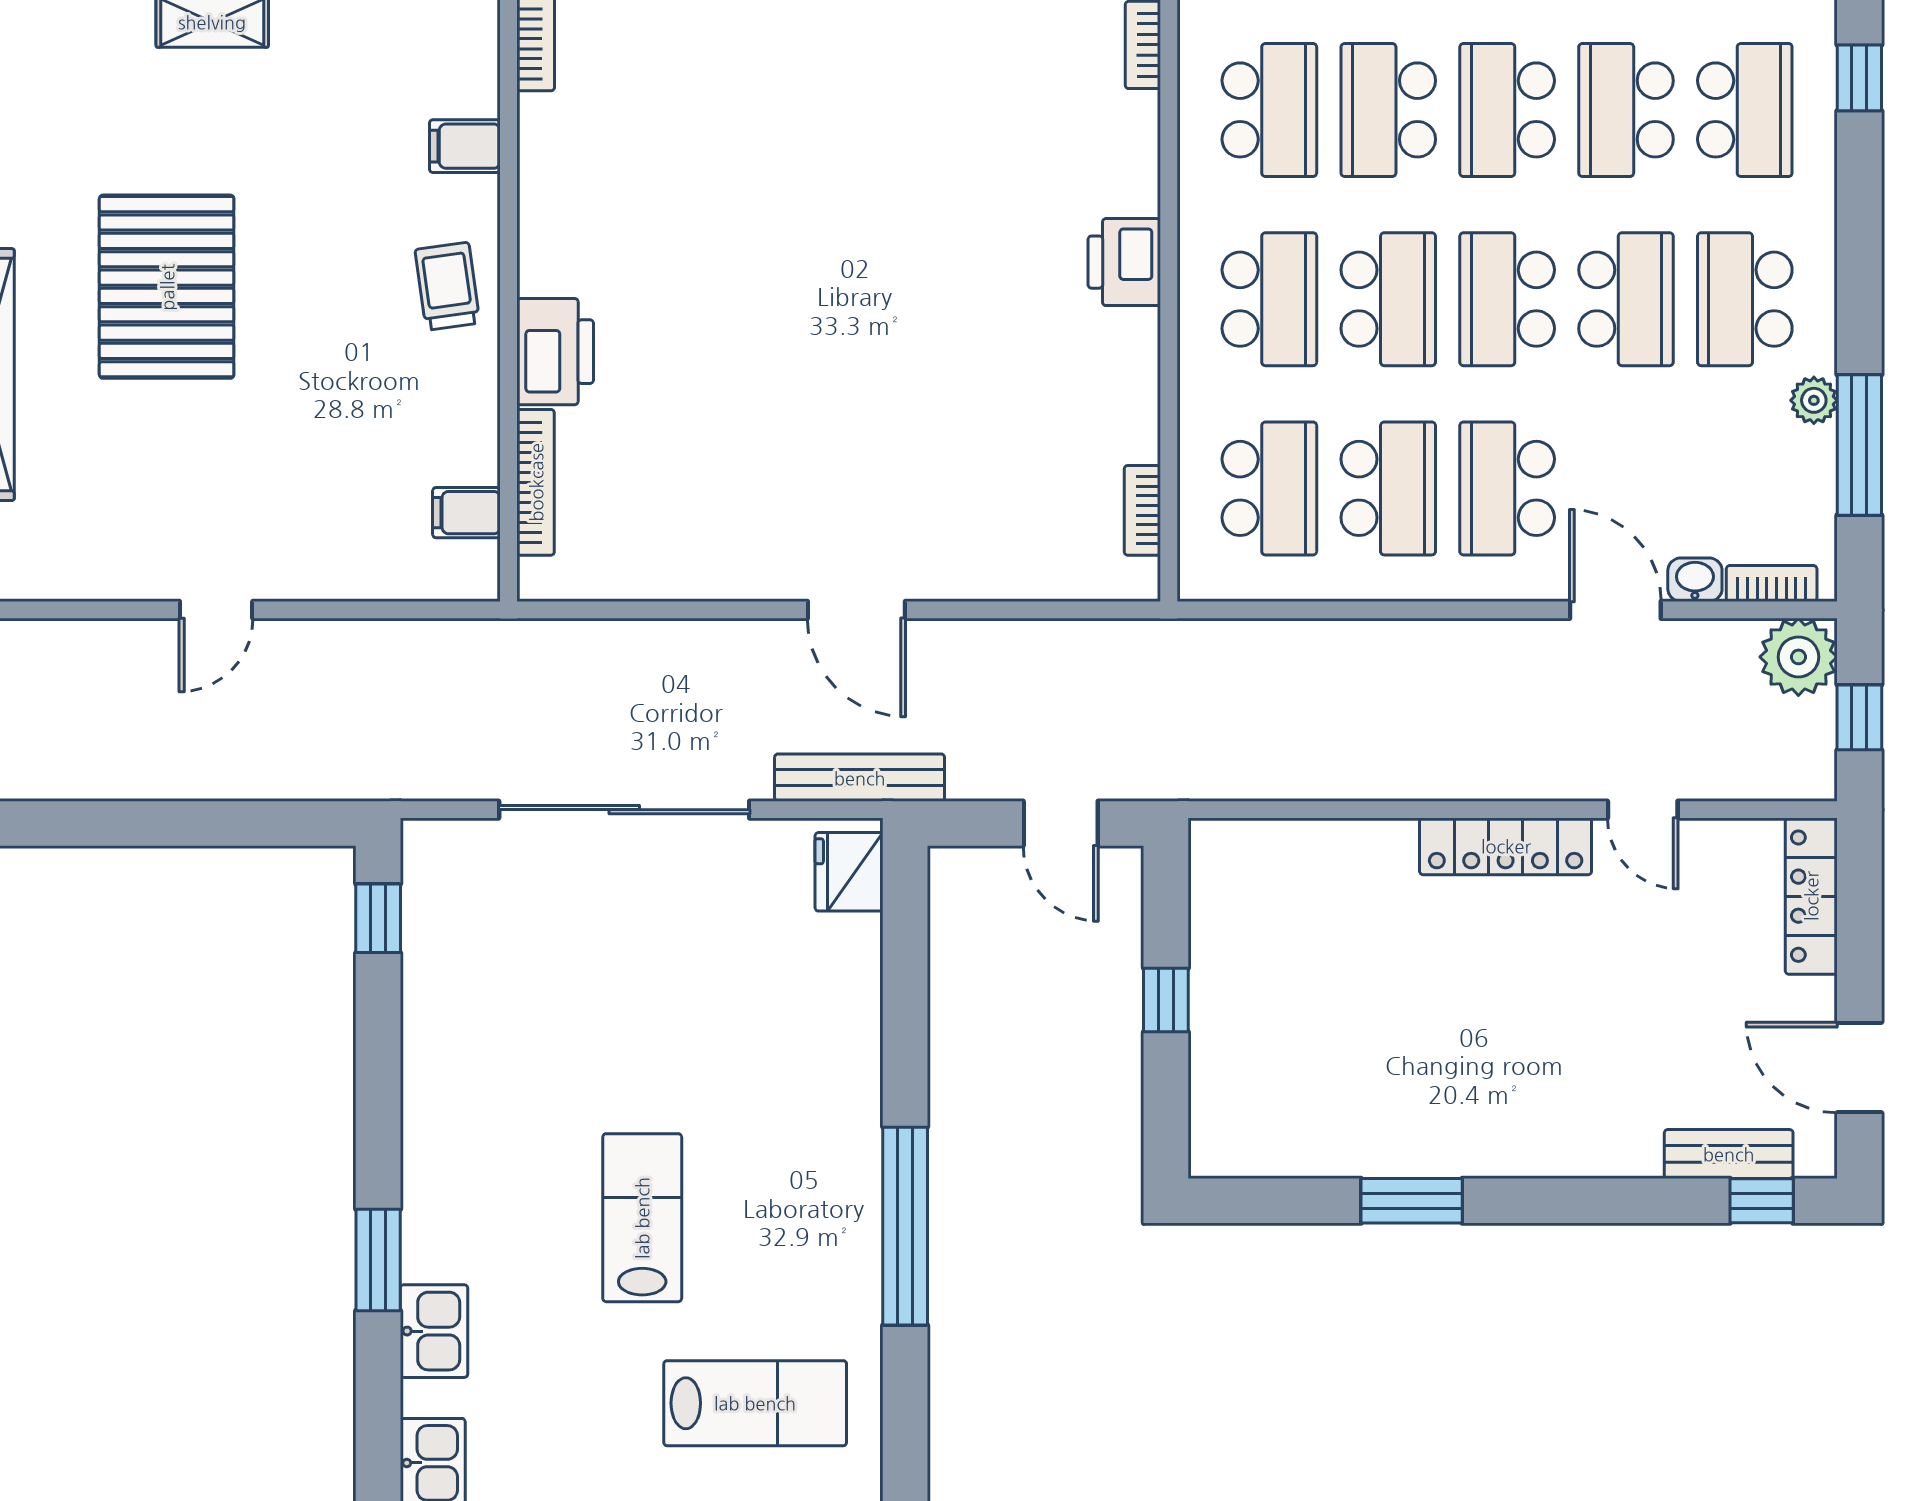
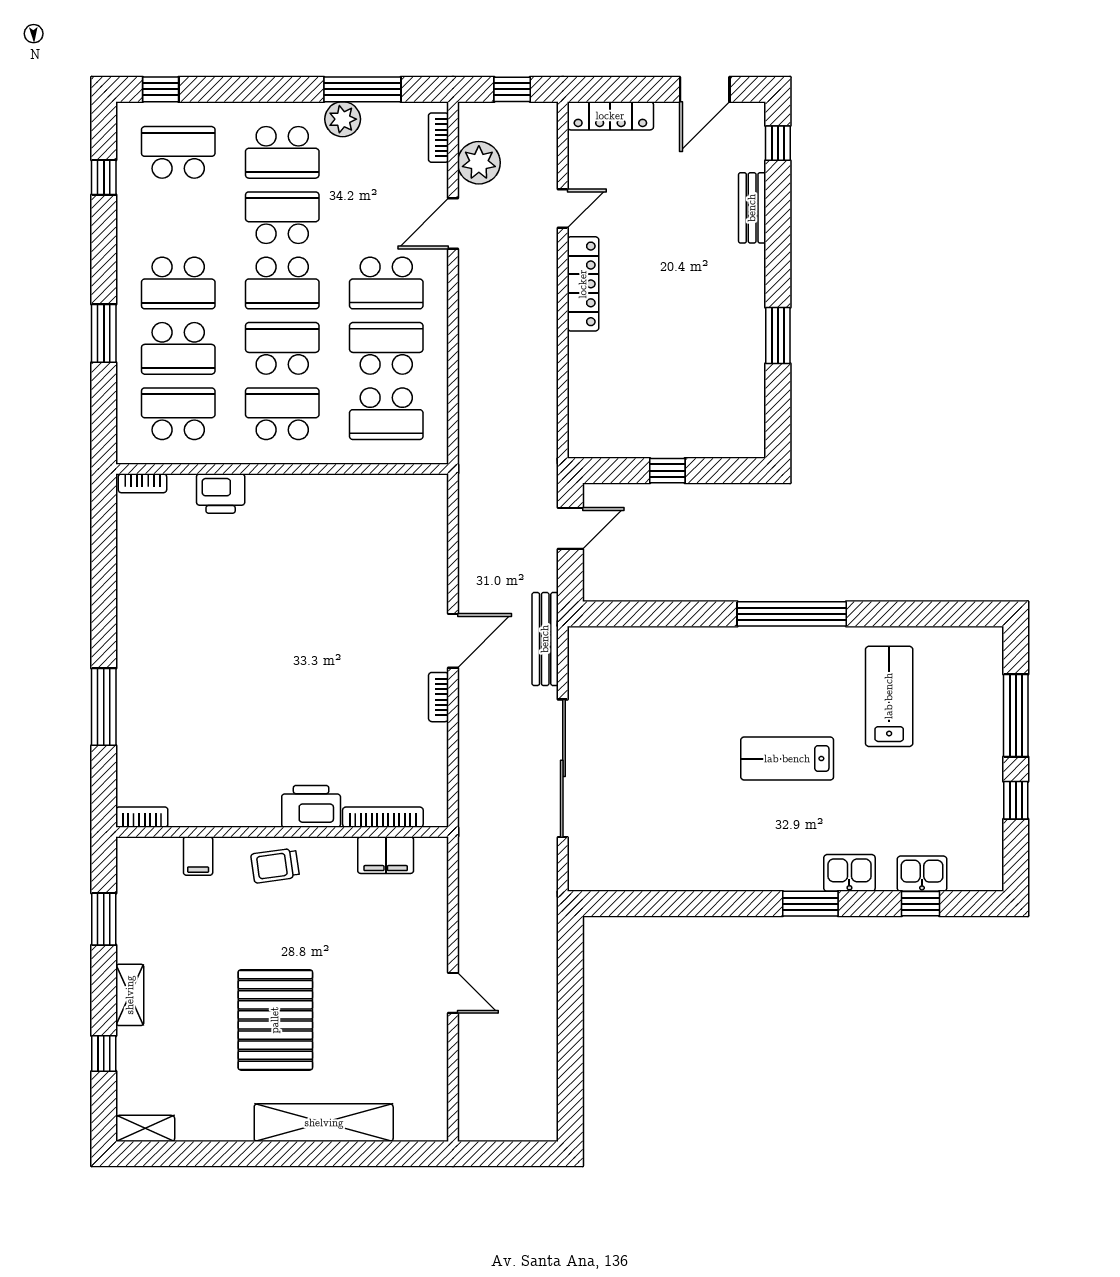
school desk: (1626, 110) -> (178, 218), removed
printer: (1124, 262) -> (221, 493), moved
pallet: (167, 287) -> (275, 1020), turned 90
plant: (1814, 400) -> (343, 119), width x1.38, depth x1.38
school desk: (1269, 488) -> (386, 414), turned 180
bookcase: (1142, 510) -> (439, 697), moved, turned 90
filing cabinet: (466, 513) -> (386, 855), width x2.00
washbasin: (1695, 580) -> (436, 180), removed
plant: (1798, 657) -> (479, 163), moved
fridge: (849, 872) -> (597, 645), removed
window: (378, 918) -> (921, 904), moved
bench: (1729, 1154) -> (752, 208), moved

